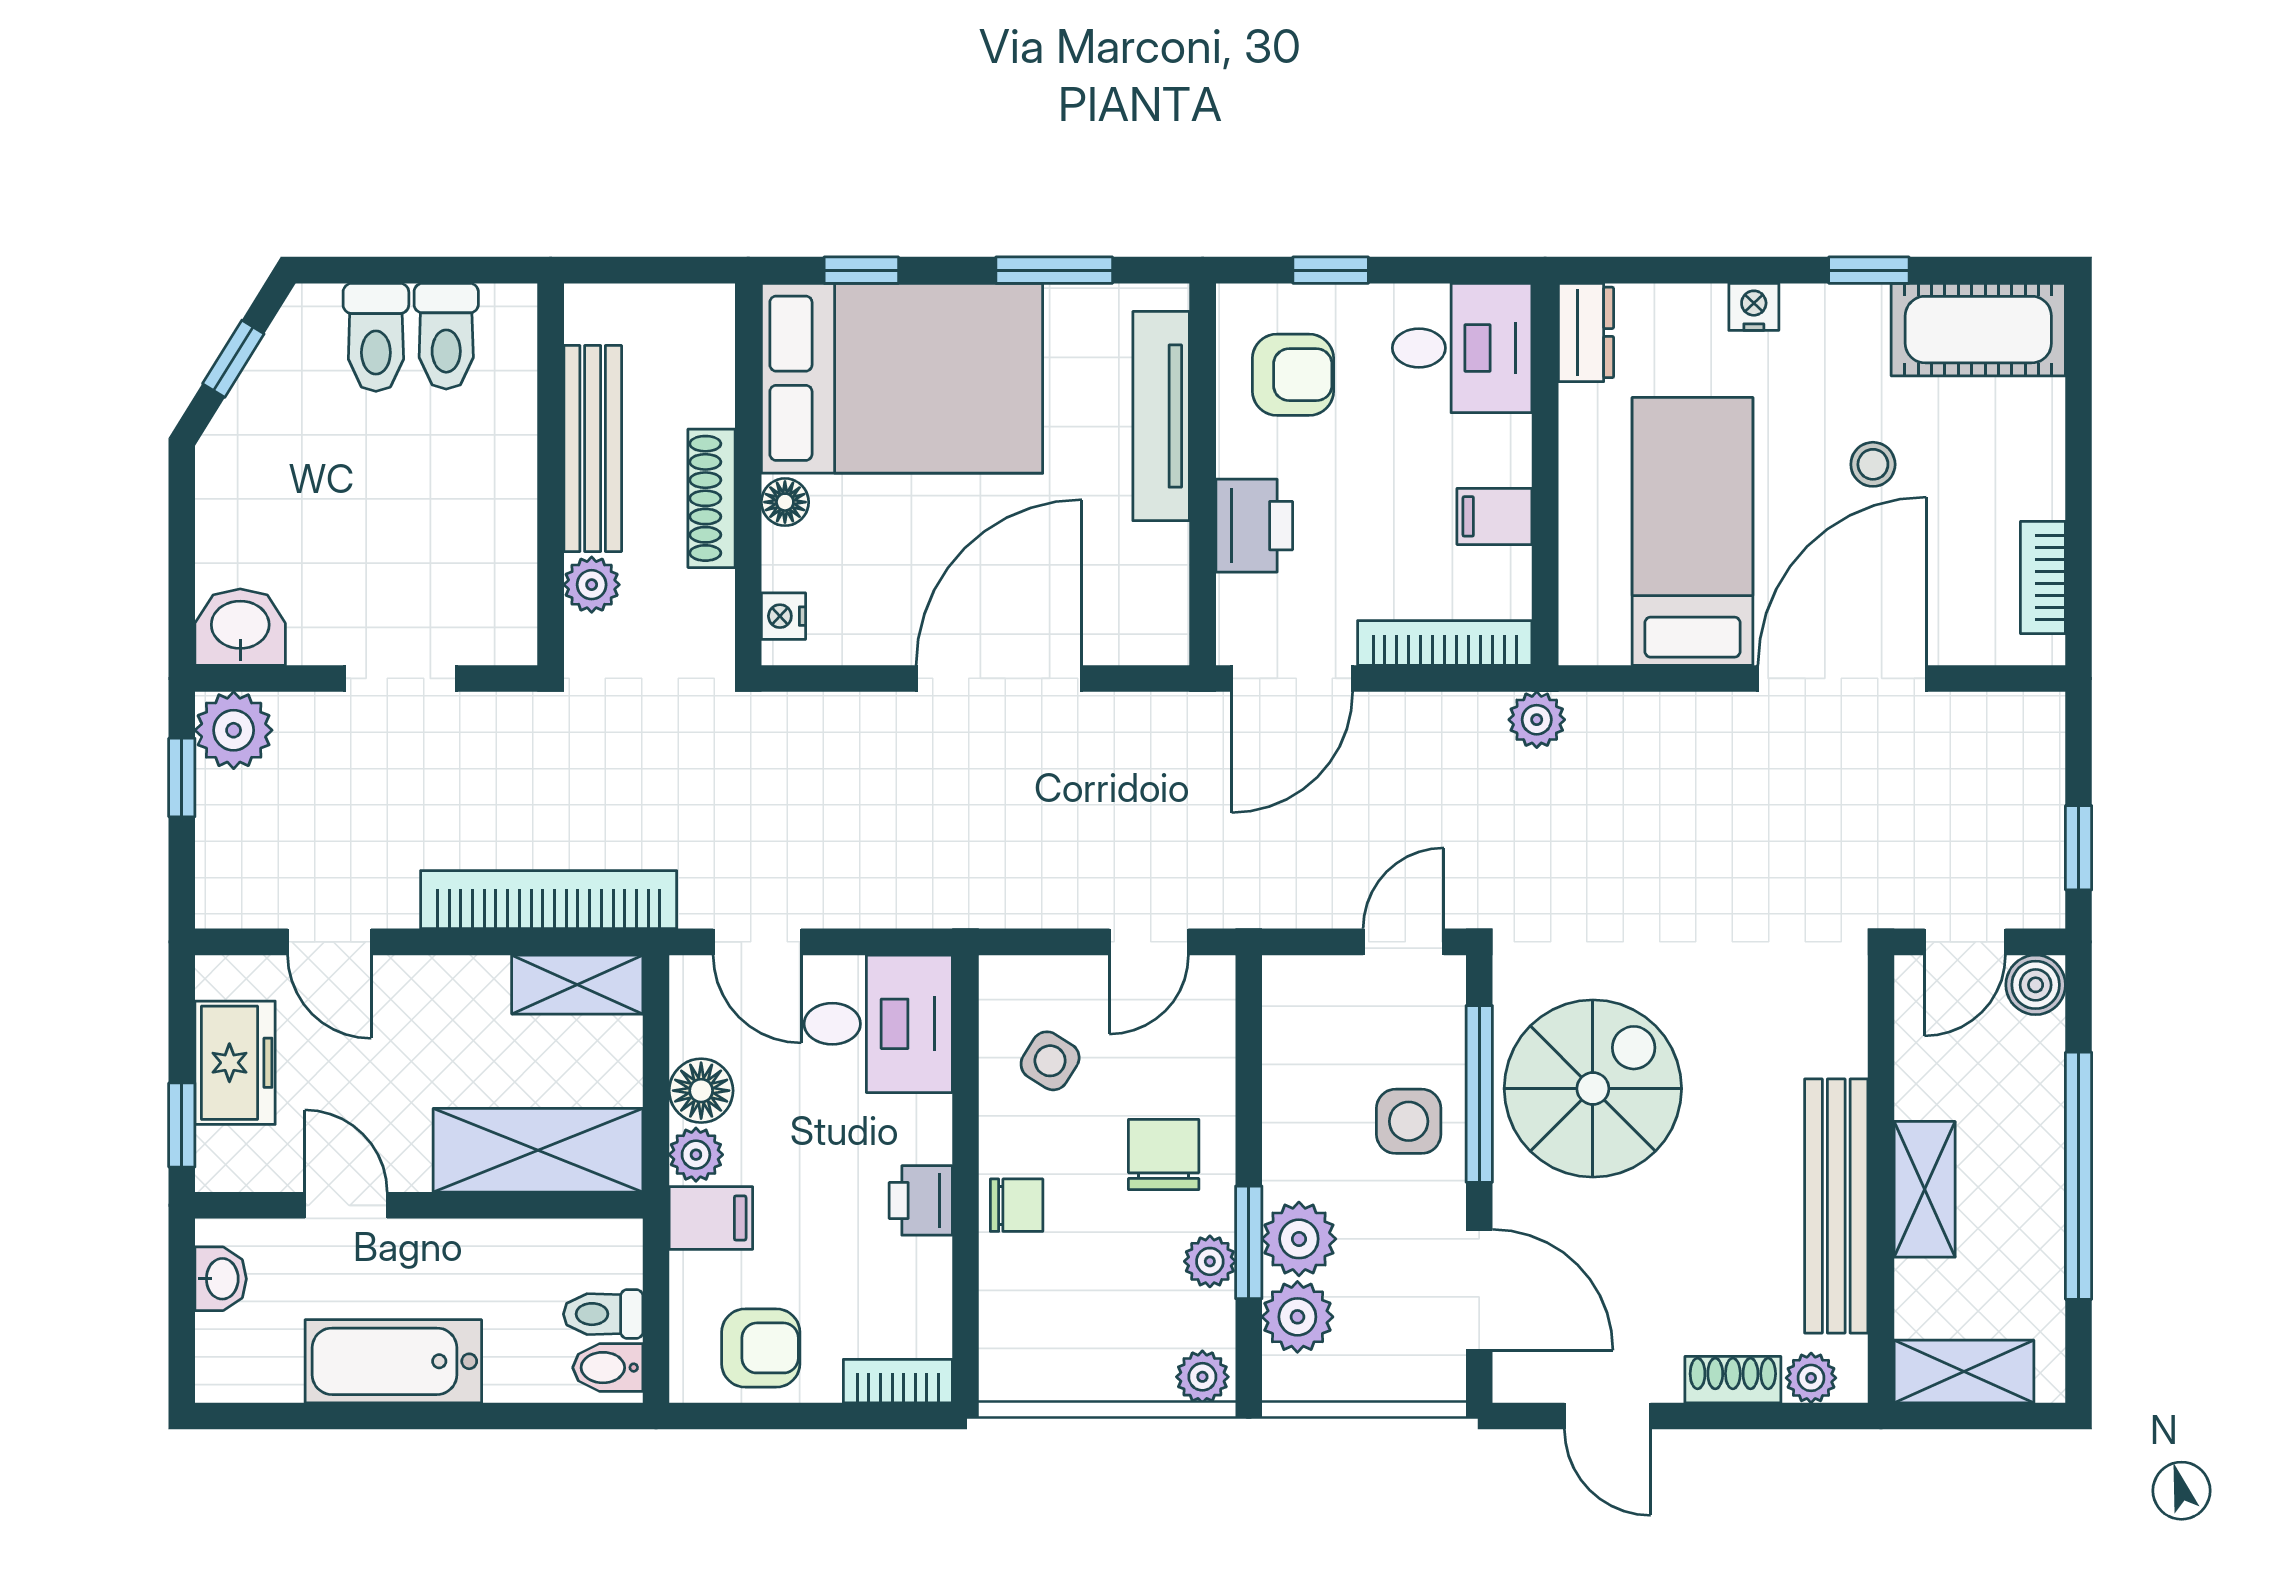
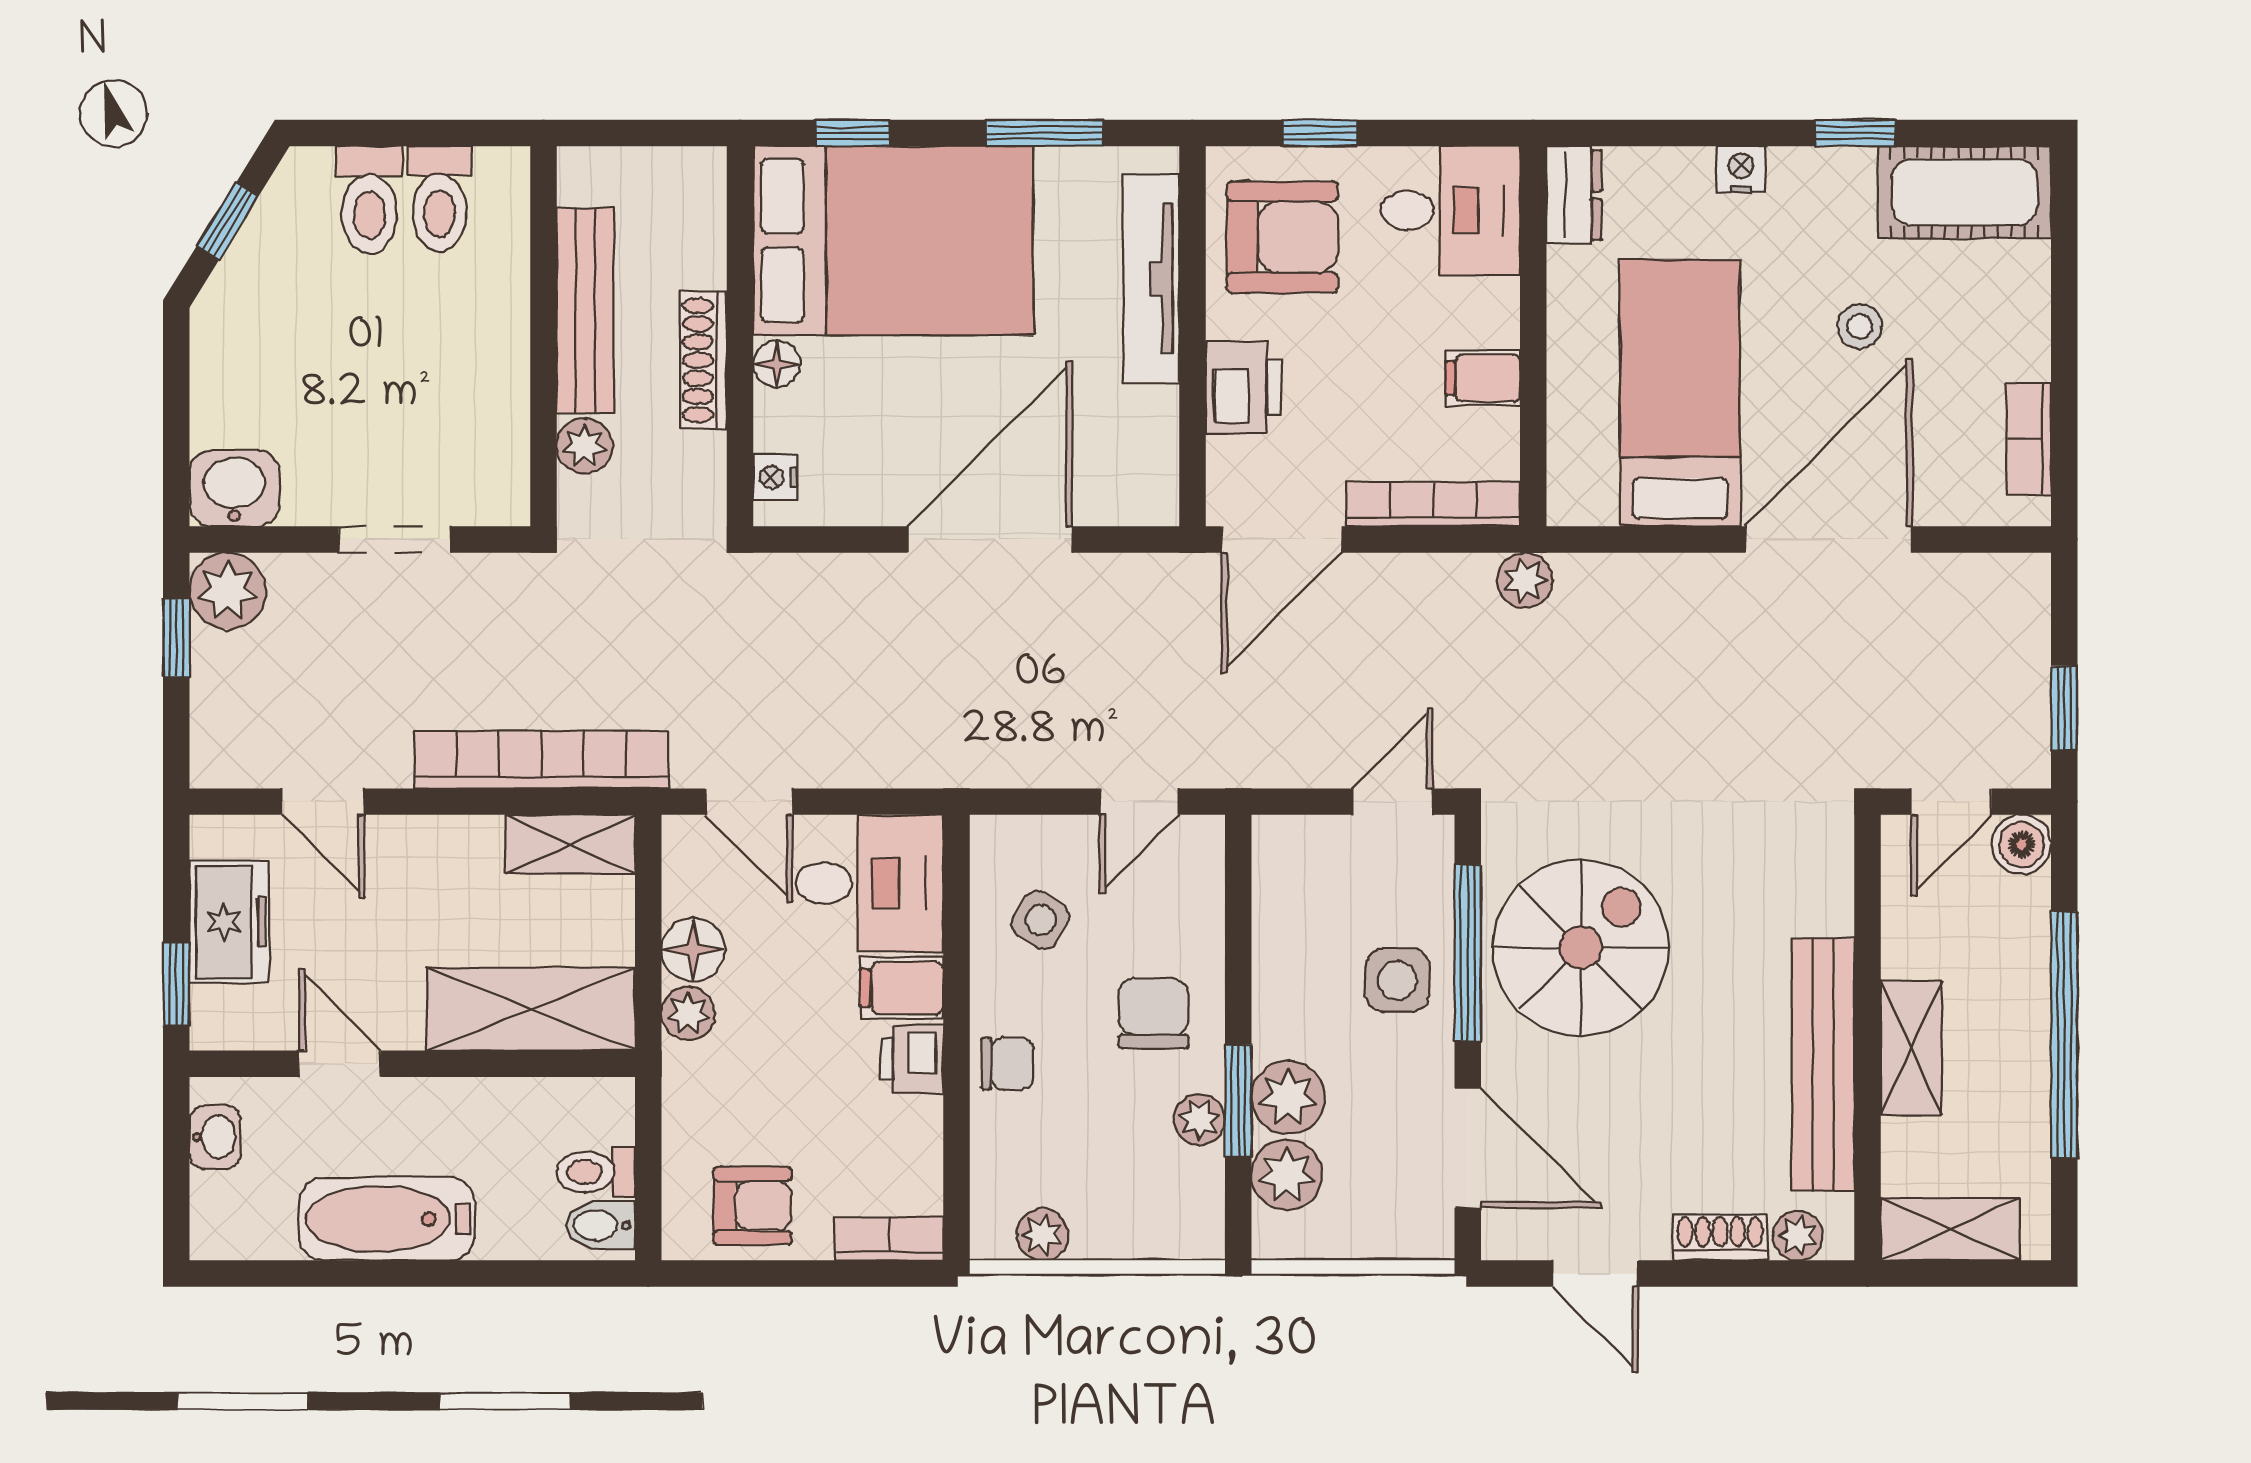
armchair: (1293, 375) -> (1282, 237), width x1.38, depth x1.38
filing cabinet: (711, 1218) -> (902, 988), moved, turned 180
plant: (1202, 1377) -> (1042, 1235), moved

